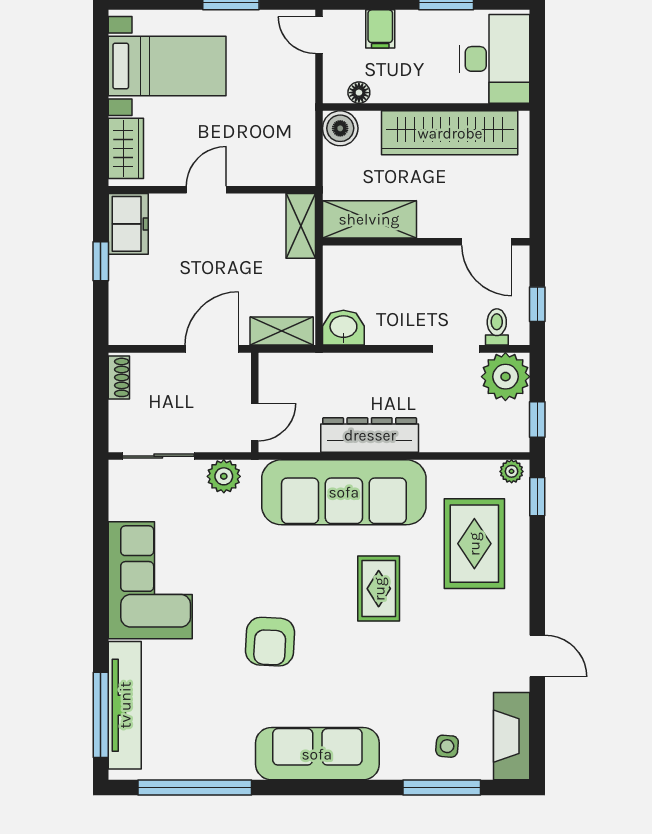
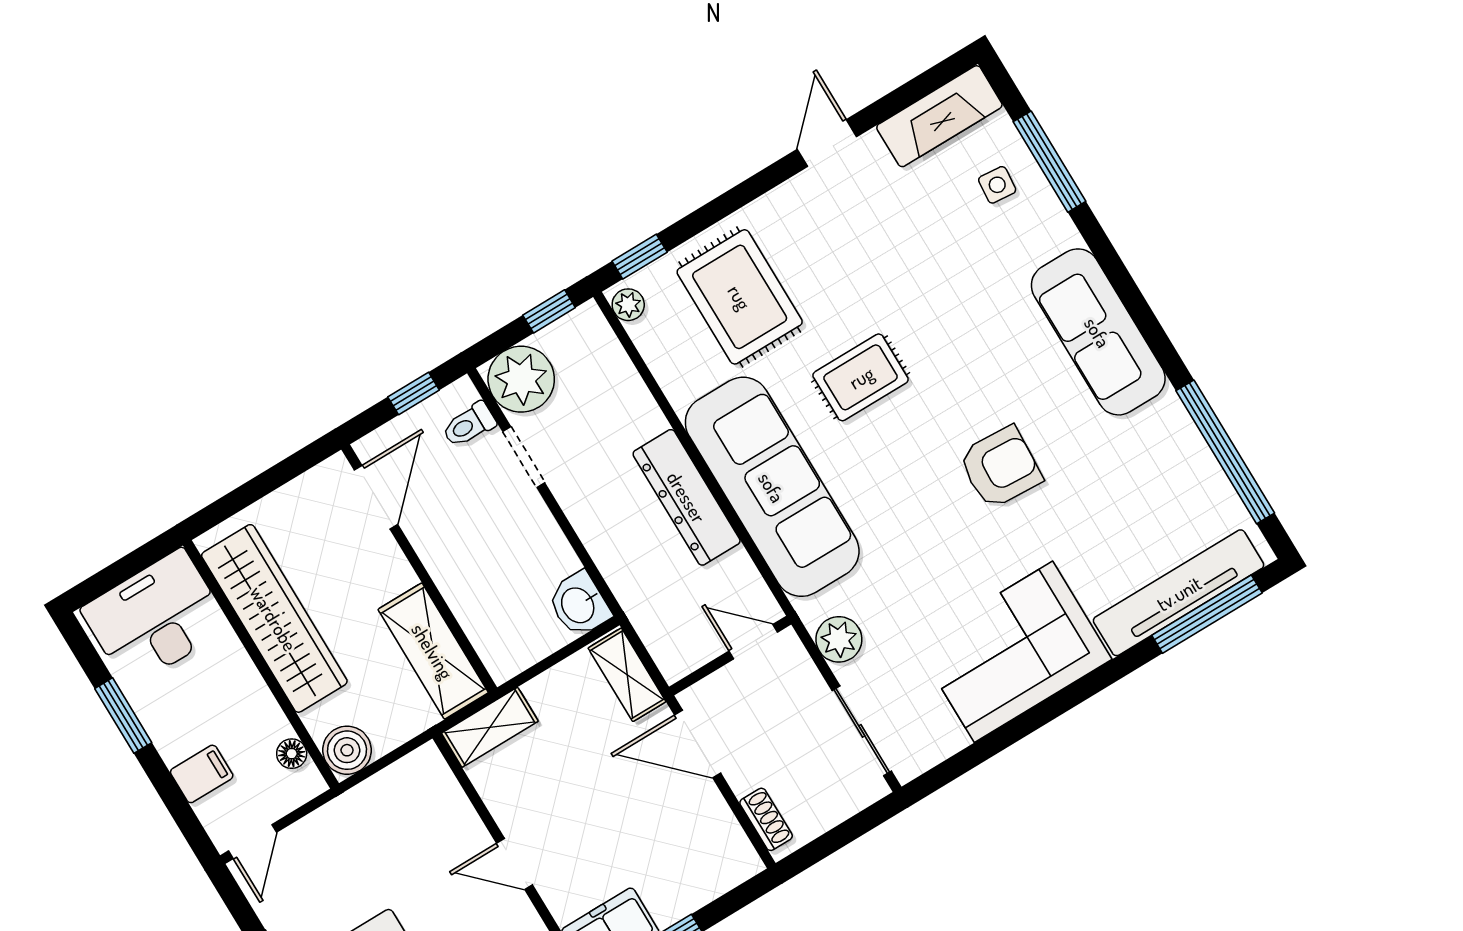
shoe rack: (119, 377) -> (766, 819), moved, turned 90
rug: (474, 544) -> (740, 297), turned 90

